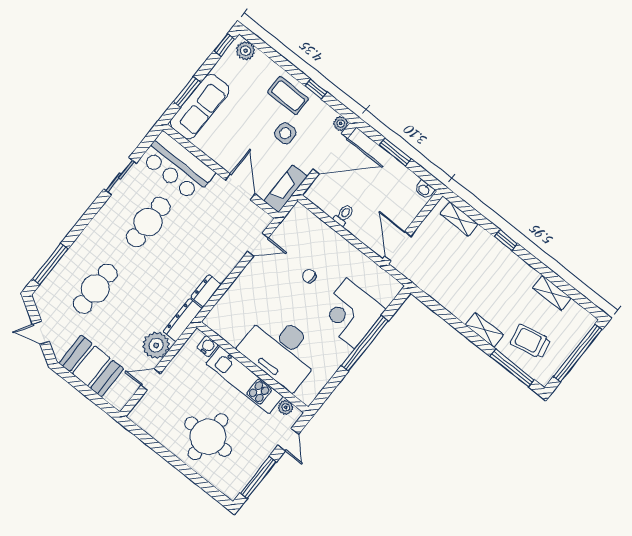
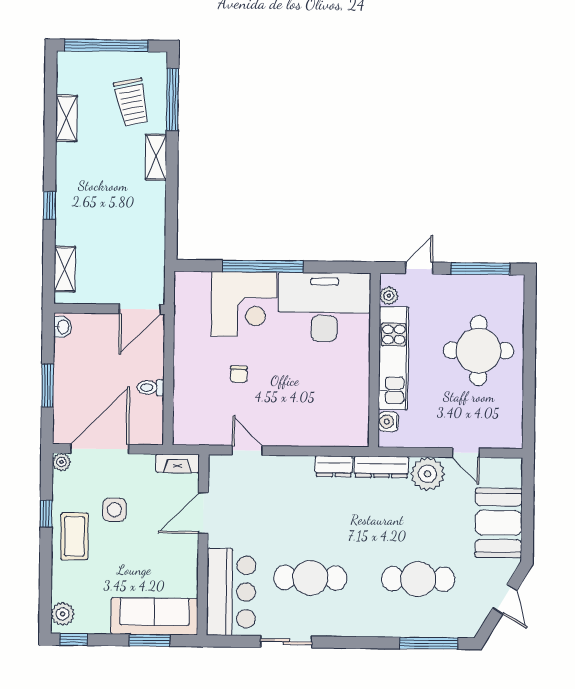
door: (330, 154) -> (100, 449), hinge flipped
fireplace: (286, 189) -> (178, 463), width x0.73, depth x0.76
desk: (281, 351) -> (324, 307), moved, turned -90

